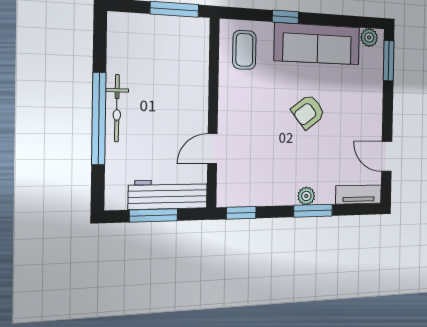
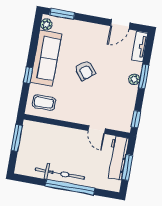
bicycle: (117, 108) -> (60, 173), width x1.37, depth x1.40

